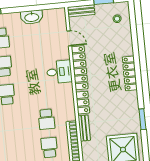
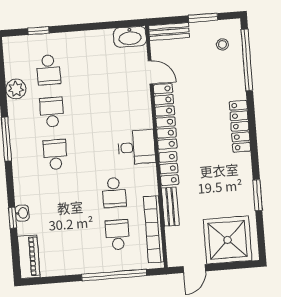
washbasin: (32, 17) -> (130, 37), moved
window: (134, 29) -> (247, 60), added
desk: (59, 72) -> (137, 147), moved

